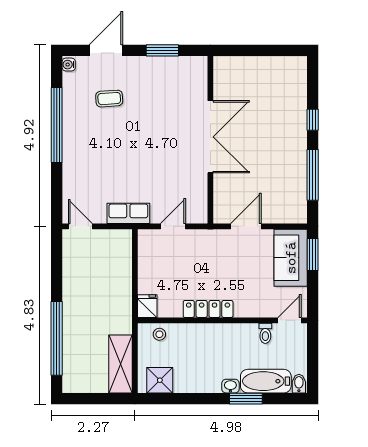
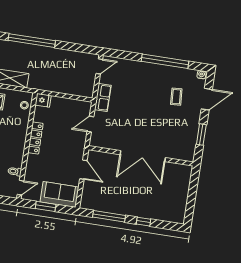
door: (106, 50) -> (207, 99), hinge flipped
door: (173, 226) -> (90, 124), swing flipped
window: (313, 255) -> (46, 206), moved
door: (289, 320) -> (20, 188), hinge flipped

